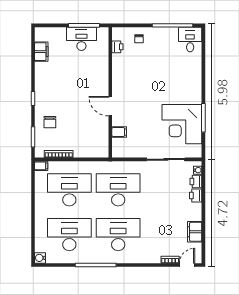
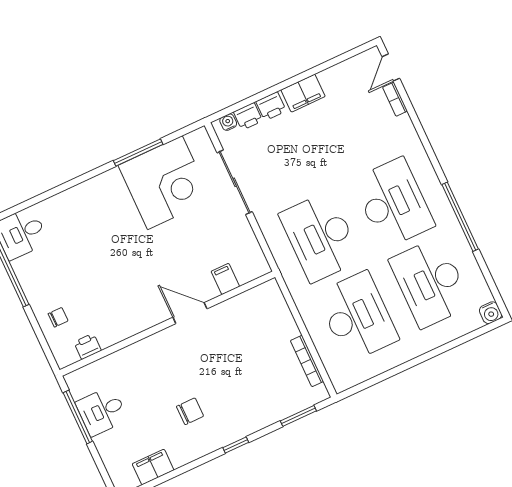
desk: (81, 39) -> (102, 411), width x0.73
door: (110, 106) -> (190, 313), swing flipped
chair: (50, 122) -> (190, 411), moved
filing cabinet: (41, 166) -> (340, 381), removed
desk: (69, 190) -> (357, 317), turned 180
filing cabinet: (195, 232) -> (303, 93), moved
desk: (118, 235) -> (393, 203), turned 180
door: (187, 265) -> (391, 67), hinge flipped

